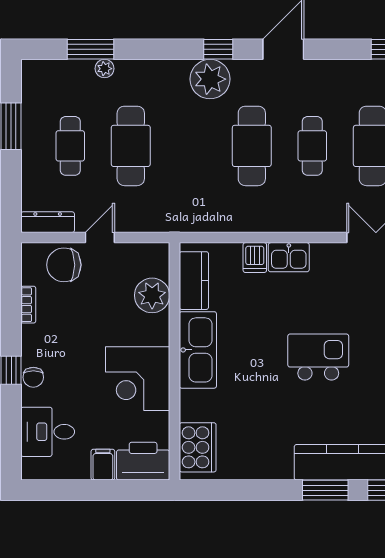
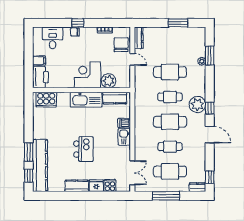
cafe table: (70, 146) -> (170, 97), moved
corner desk: (138, 379) -> (87, 75), moved

